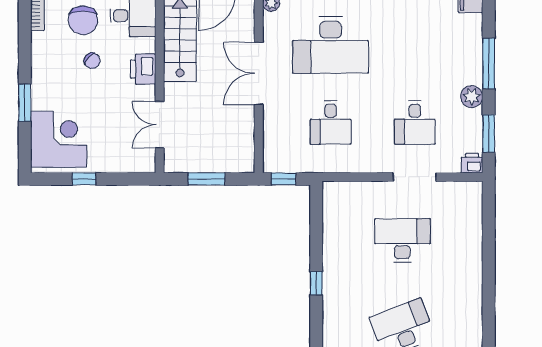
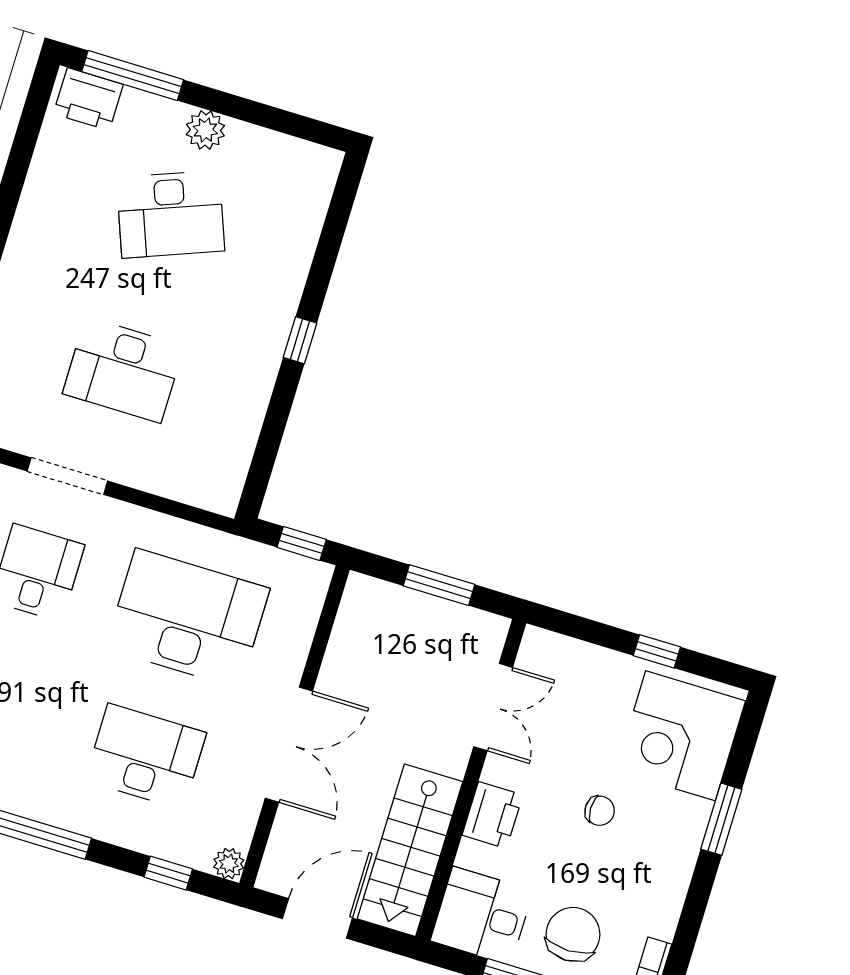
desk: (331, 45) -> (146, 757), width x0.73, depth x0.77
chair: (92, 61) -> (600, 811), moved, turned 140
desk: (331, 123) -> (188, 618), width x1.87, depth x1.30

